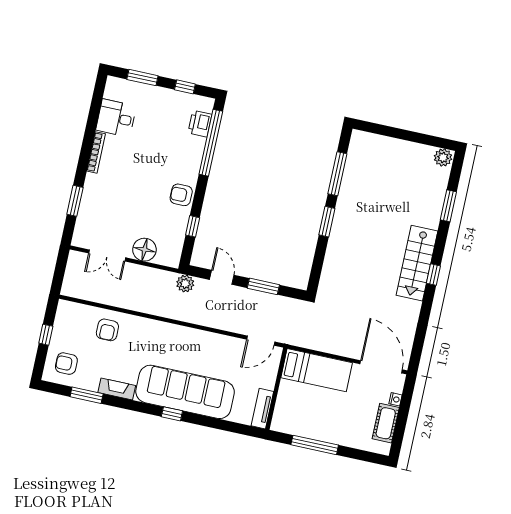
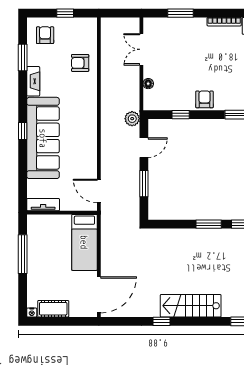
floor lamp: (144, 250) -> (148, 84), width x0.53, depth x0.53
window: (433, 275) -> (161, 321), moved
nightstand: (395, 399) -> (32, 312), moved

